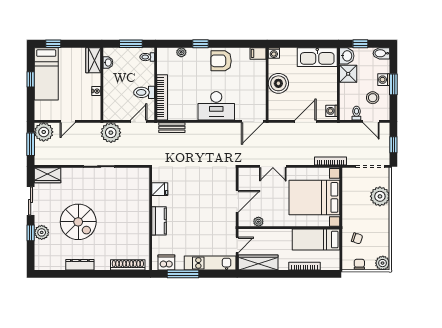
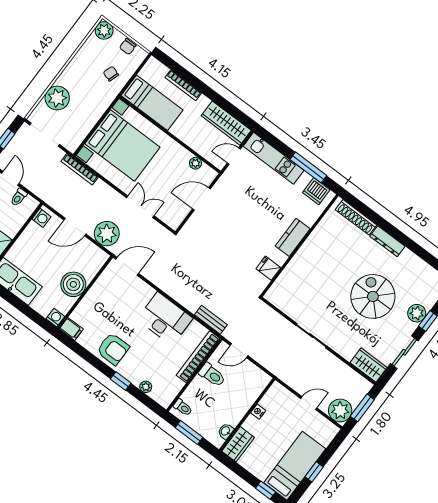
desk: (216, 106) -> (165, 319), moved
plant: (111, 133) -> (107, 234), moved
dresser: (80, 265) -> (387, 241), moved

